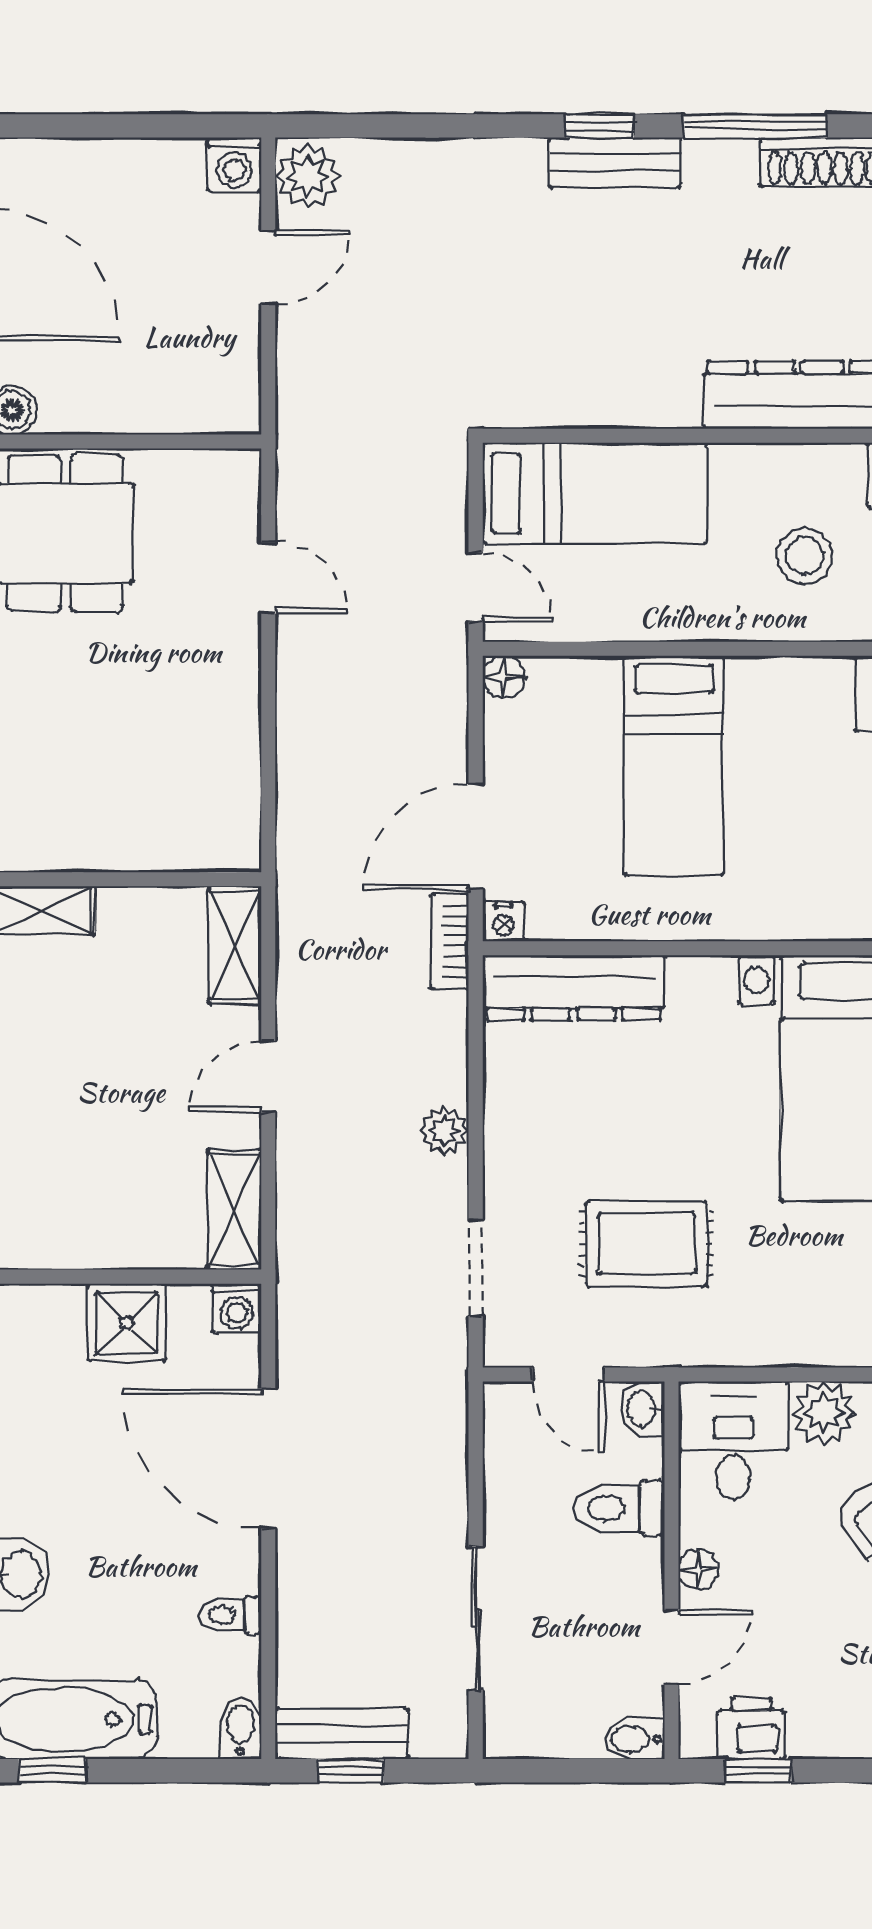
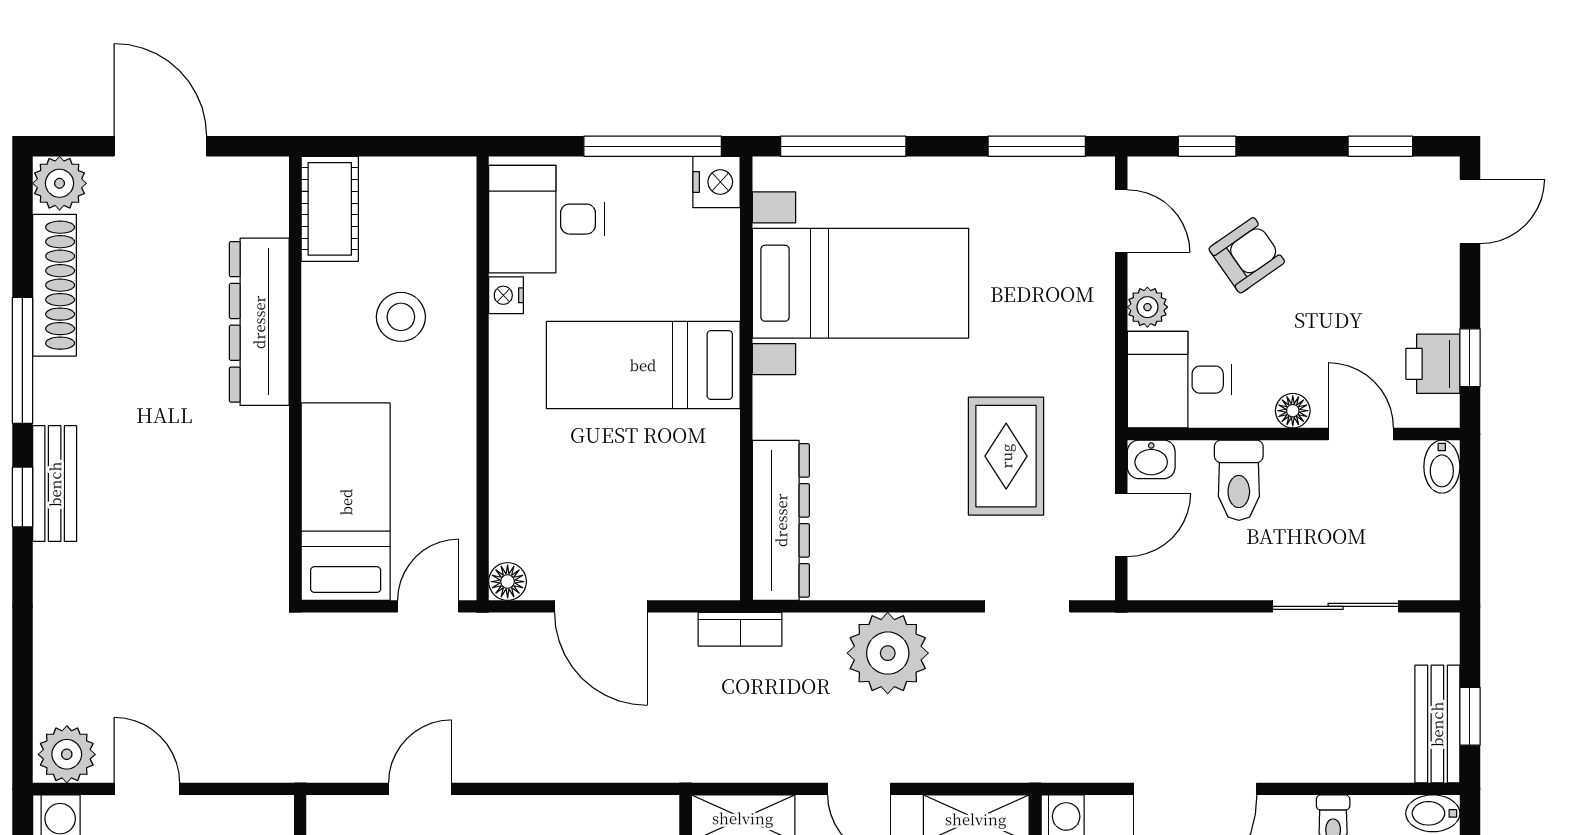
bed: (674, 766) -> (643, 365), moved, turned 180
door: (476, 837) -> (601, 606), moved
nightstand: (503, 922) -> (506, 295), moved, turned 180
plant: (444, 1131) -> (888, 653), width x1.88, depth x1.88
plant: (824, 1413) -> (1147, 307), width x0.73, depth x0.73

